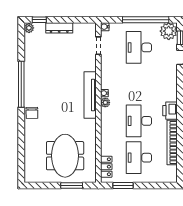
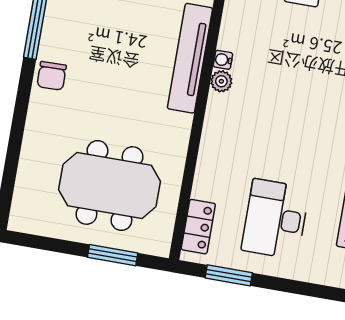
desk: (139, 121) -> (290, 136), removed
meeting table: (65, 156) -> (109, 185), turned 90

